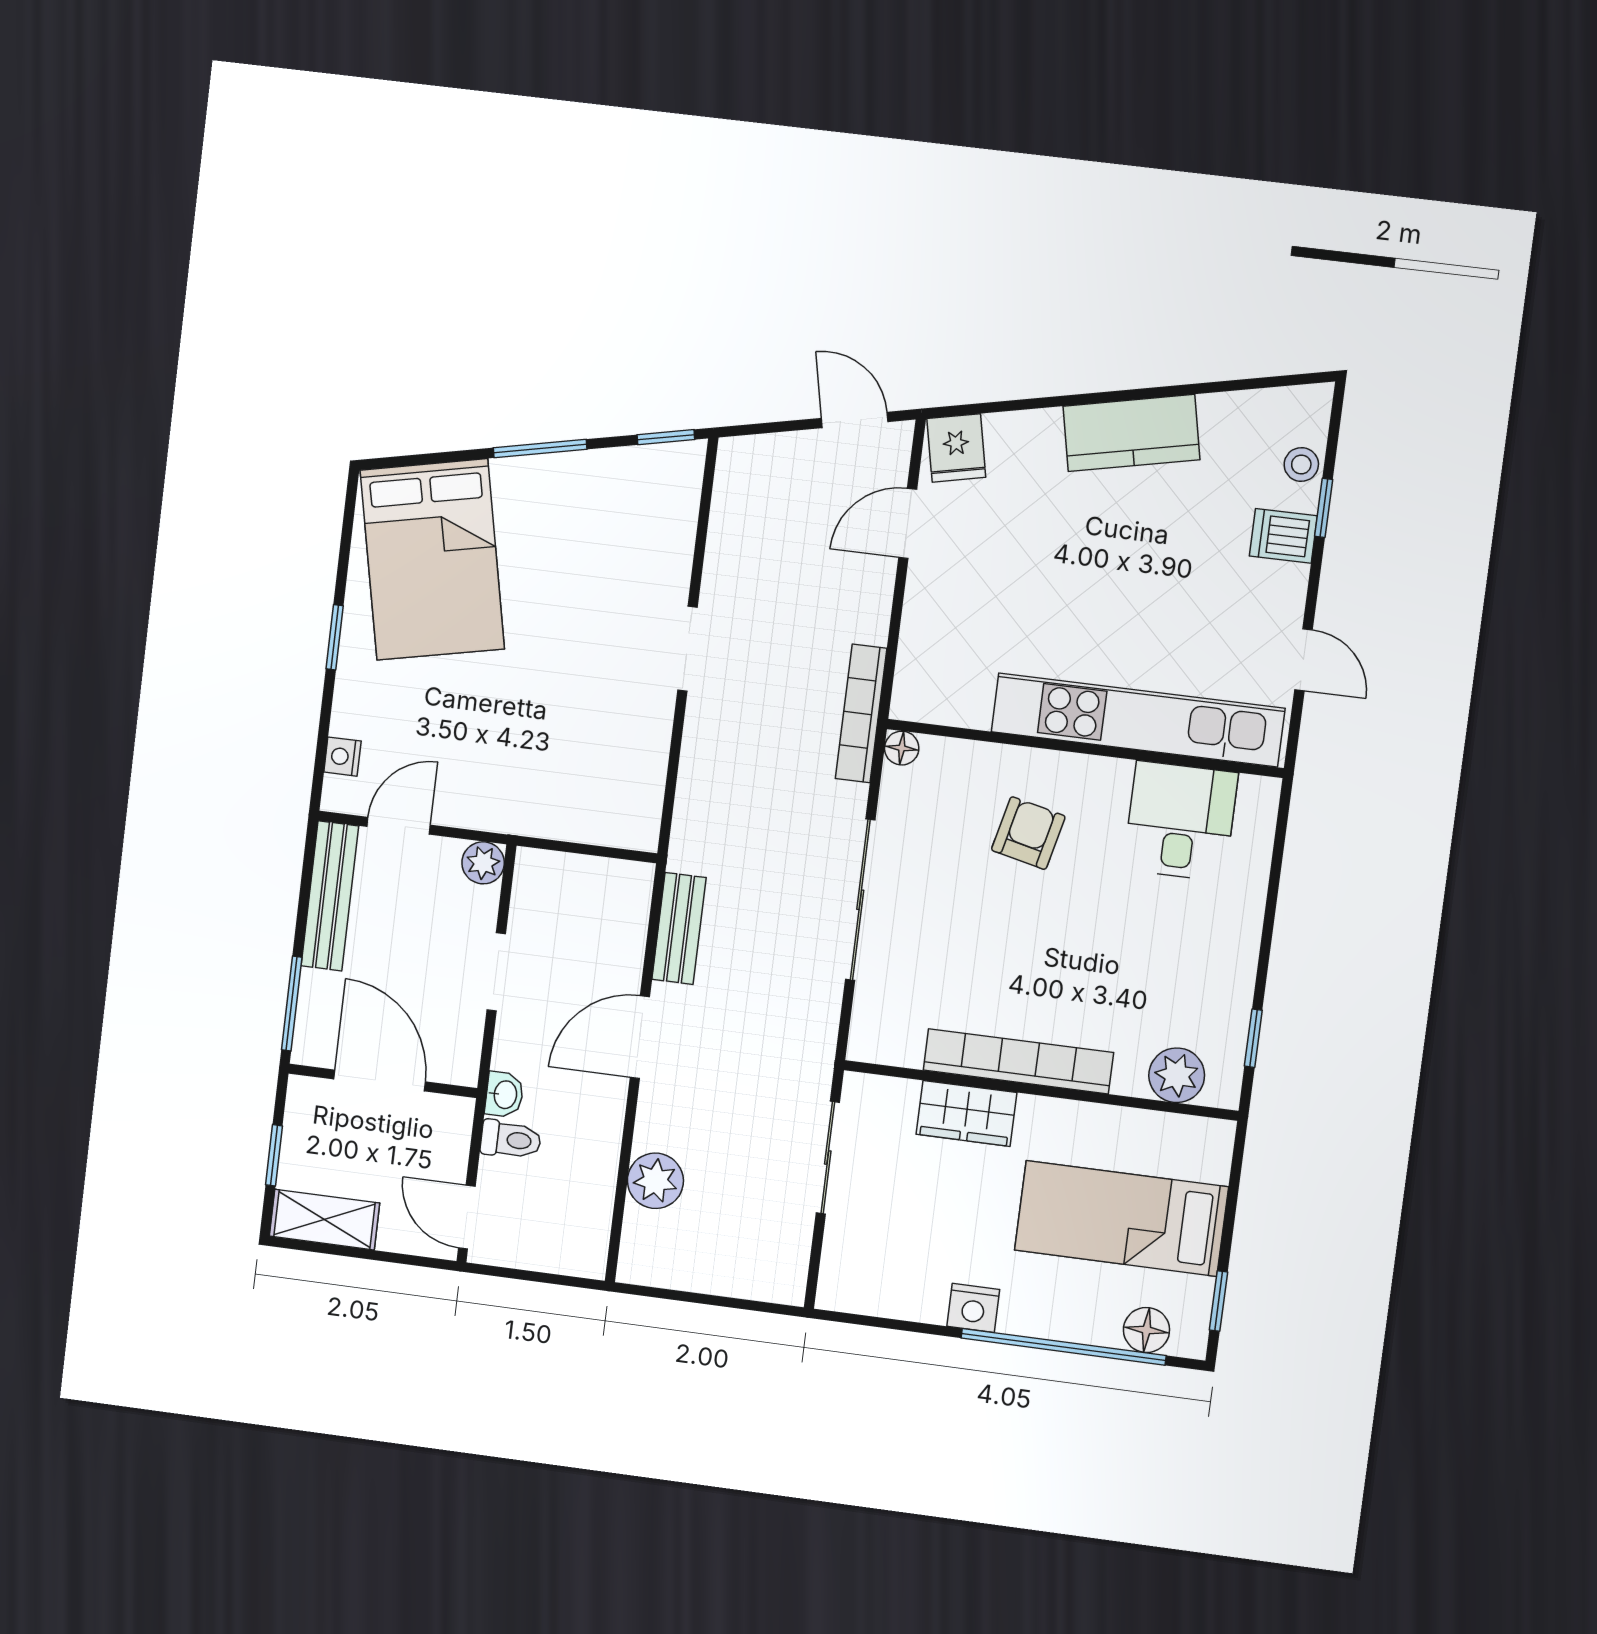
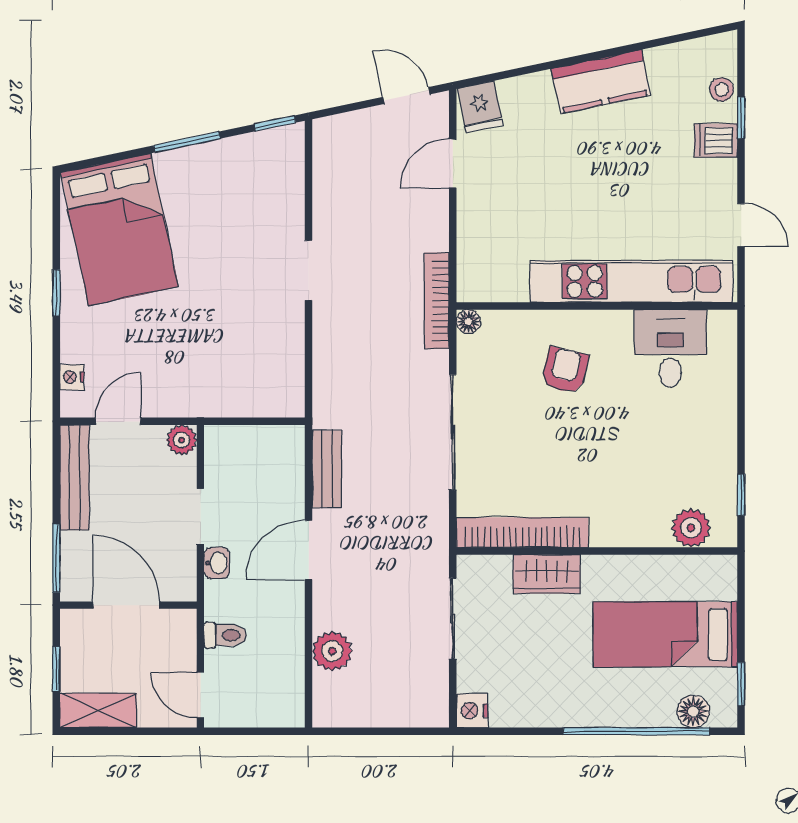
bookcase: (1018, 1061) -> (522, 532), moved
washbasin: (504, 1095) -> (217, 563), moved
nightstand: (973, 1308) -> (472, 711), moved, turned 90

